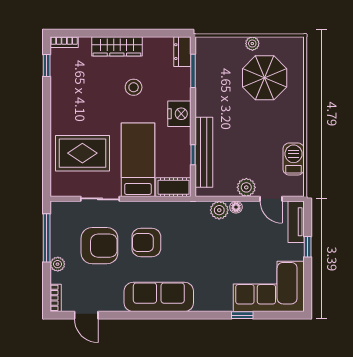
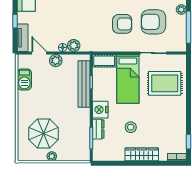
dresser: (182, 52) -> (98, 129), moved

